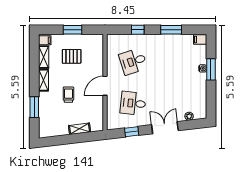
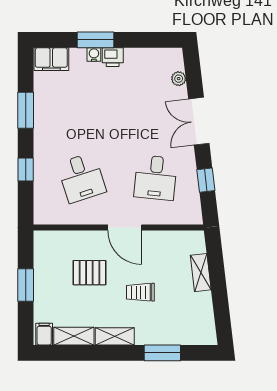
filing cabinet: (200, 39) -> (51, 59), width x2.00
pallet: (72, 56) -> (89, 273), moved, turned 90
printer: (201, 79) -> (113, 57), added

